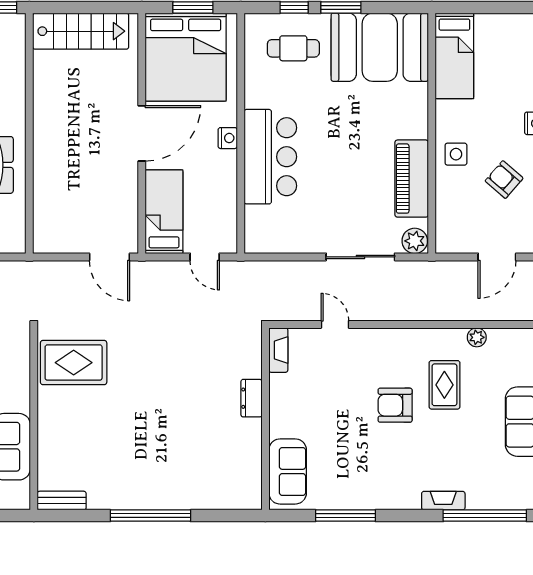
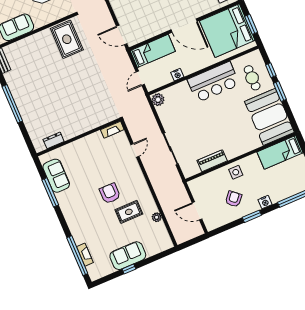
nightstand: (228, 138) -> (177, 75), moved
bar counter: (270, 157) -> (213, 82), moved
piano: (412, 179) -> (212, 161), width x0.73, depth x0.75
plant: (415, 241) -> (158, 100), moved
door: (110, 257) -> (122, 35), hinge flipped
dresser: (251, 398) -> (54, 140), moved
sofa: (288, 471) -> (56, 176), moved, turned -90
fireplace: (443, 501) -> (85, 255), moved

